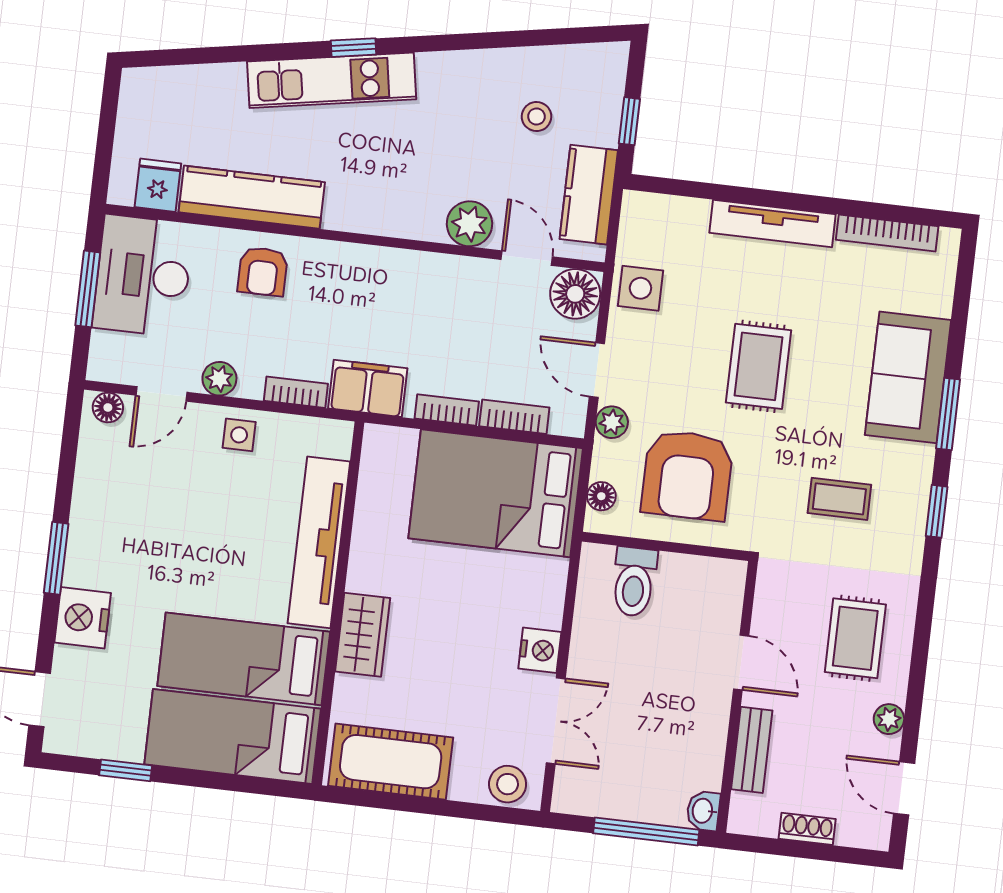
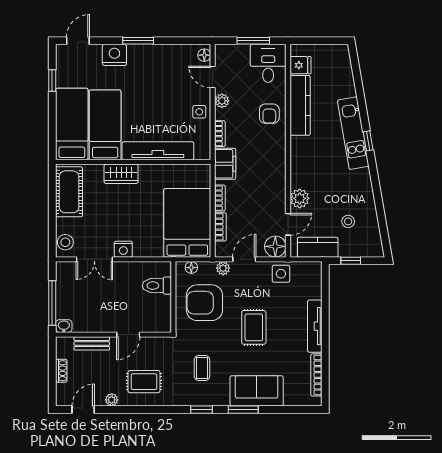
armchair: (263, 271) -> (269, 114), turned -90
desk: (143, 276) -> (268, 63), width x0.73
rug: (759, 366) -> (254, 327), turned 90

